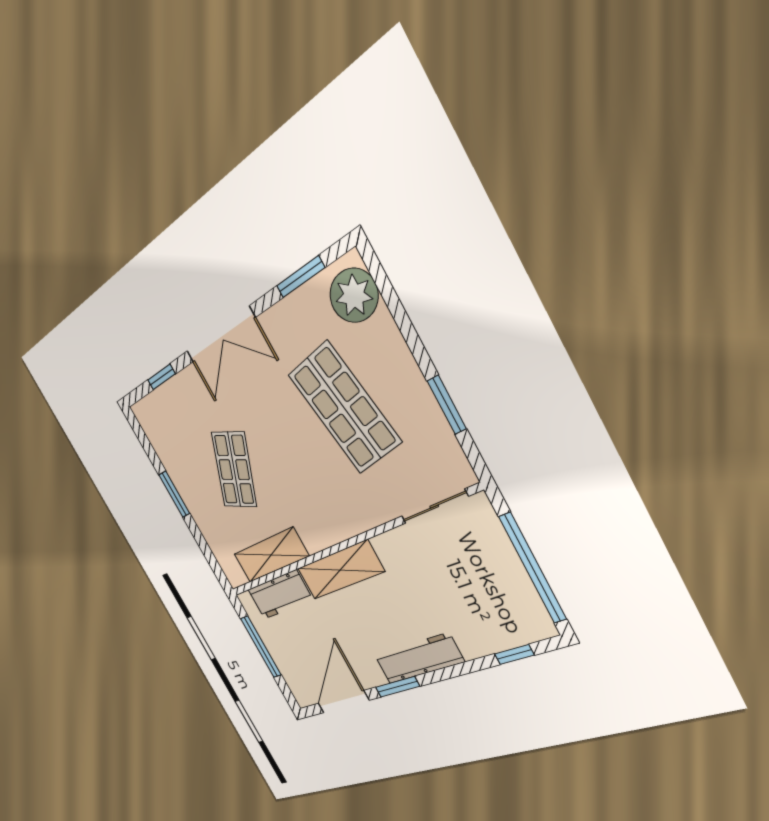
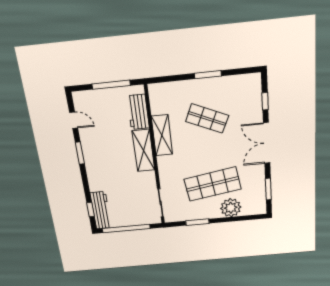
plant: (354, 295) -> (231, 208), moved
shelving: (271, 555) -> (162, 135), moved
workbench: (419, 659) -> (101, 210), moved
door: (343, 702) -> (74, 120), width x0.53

